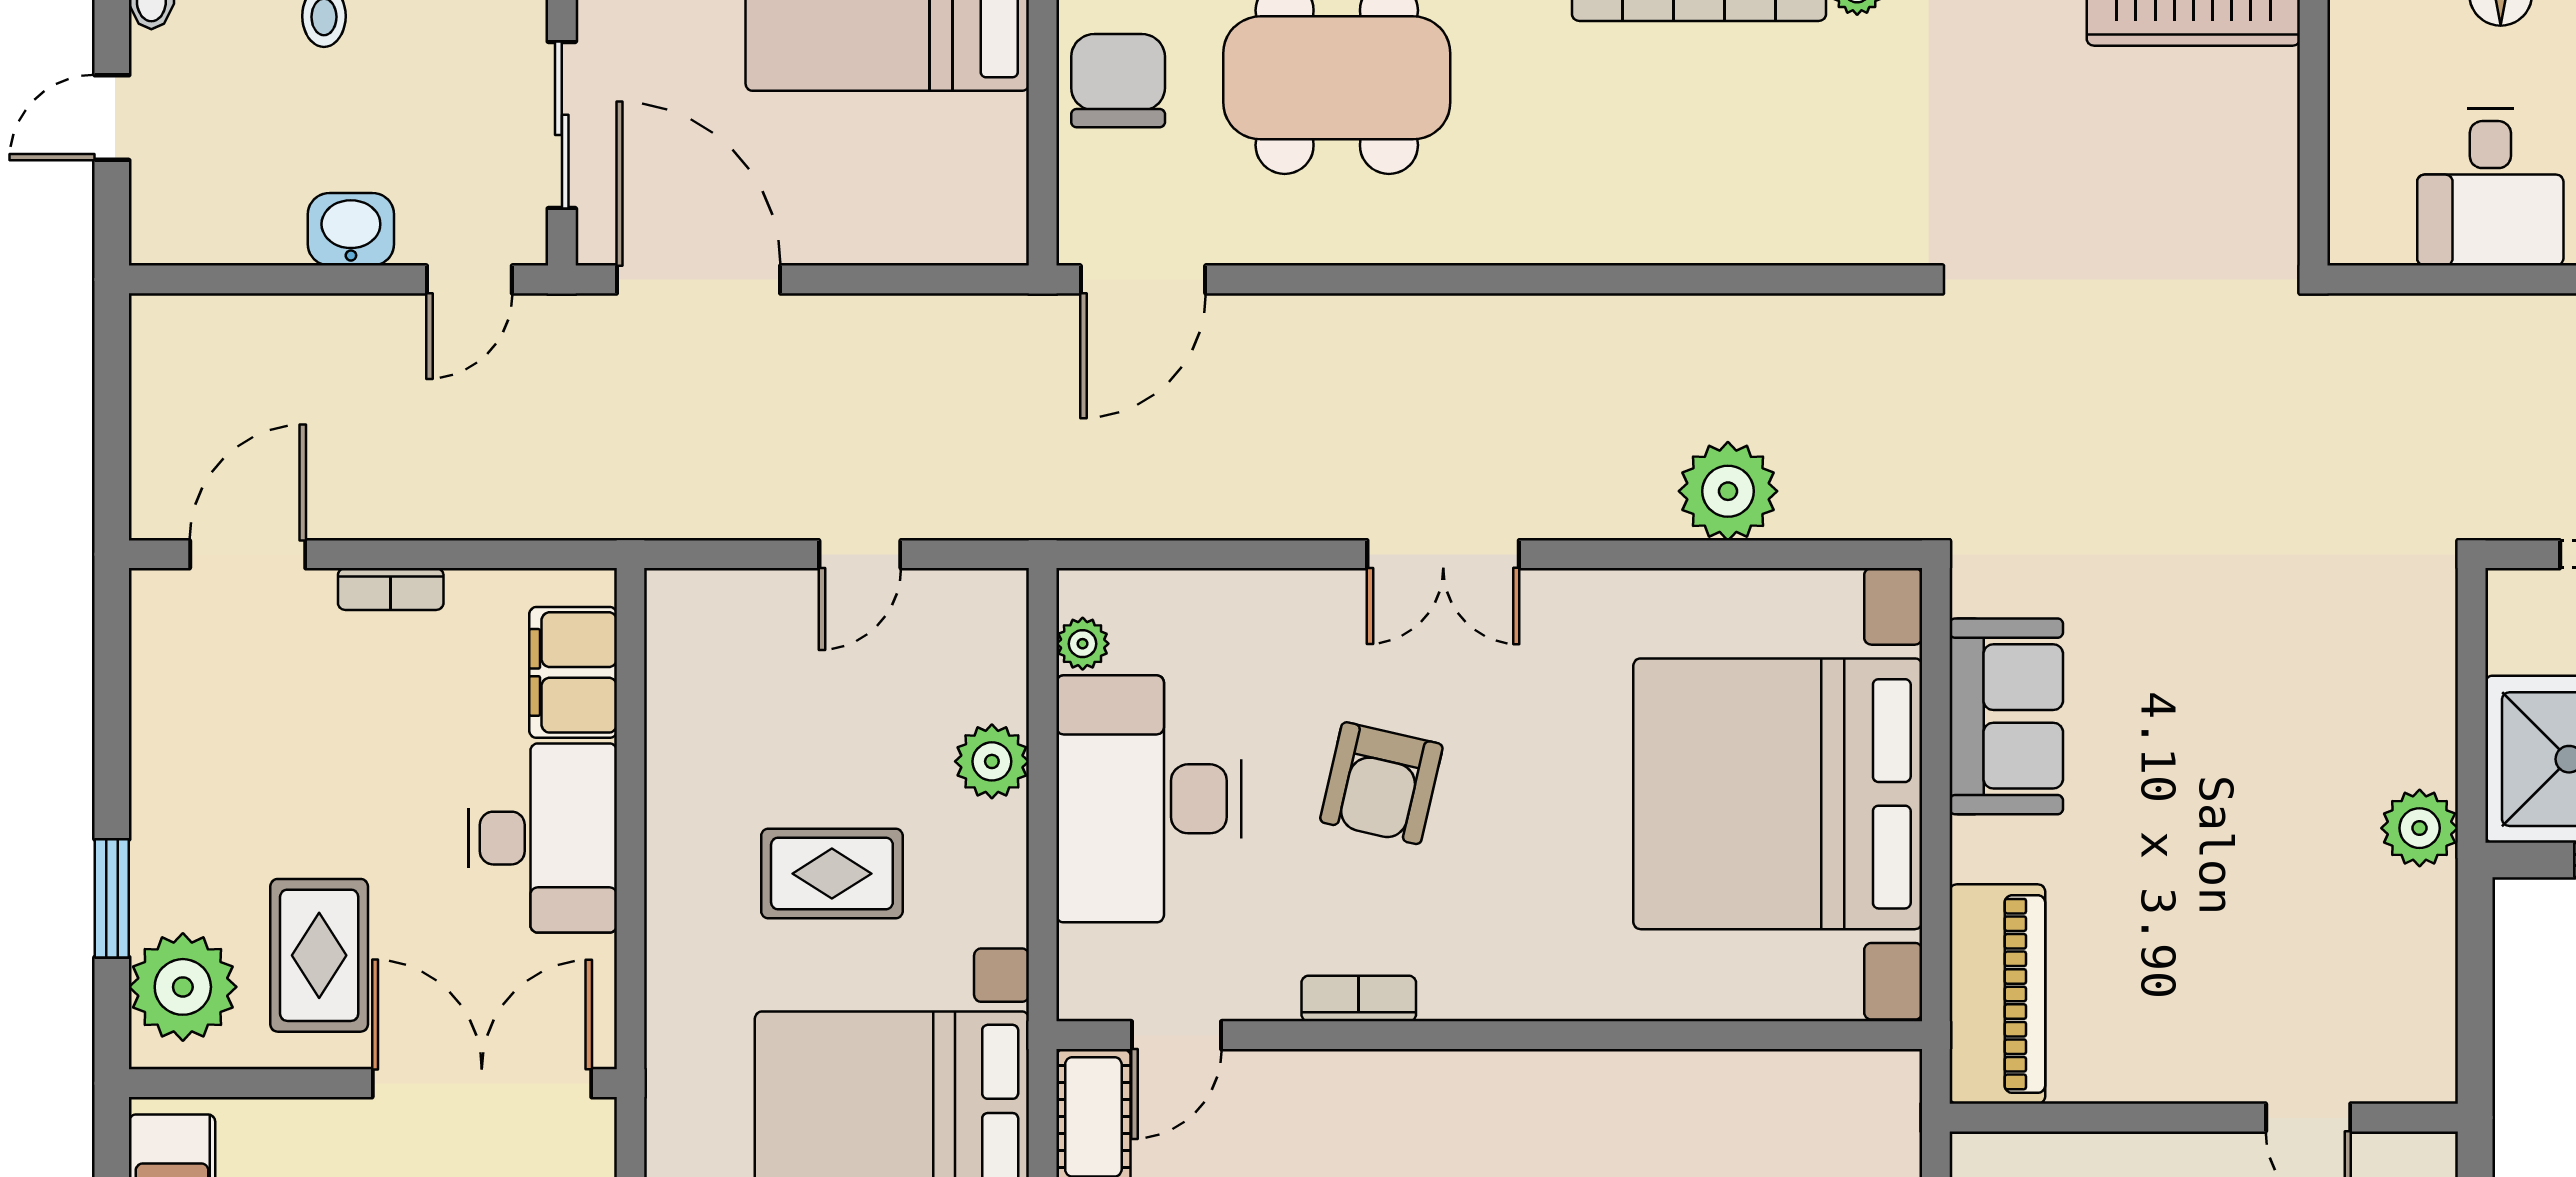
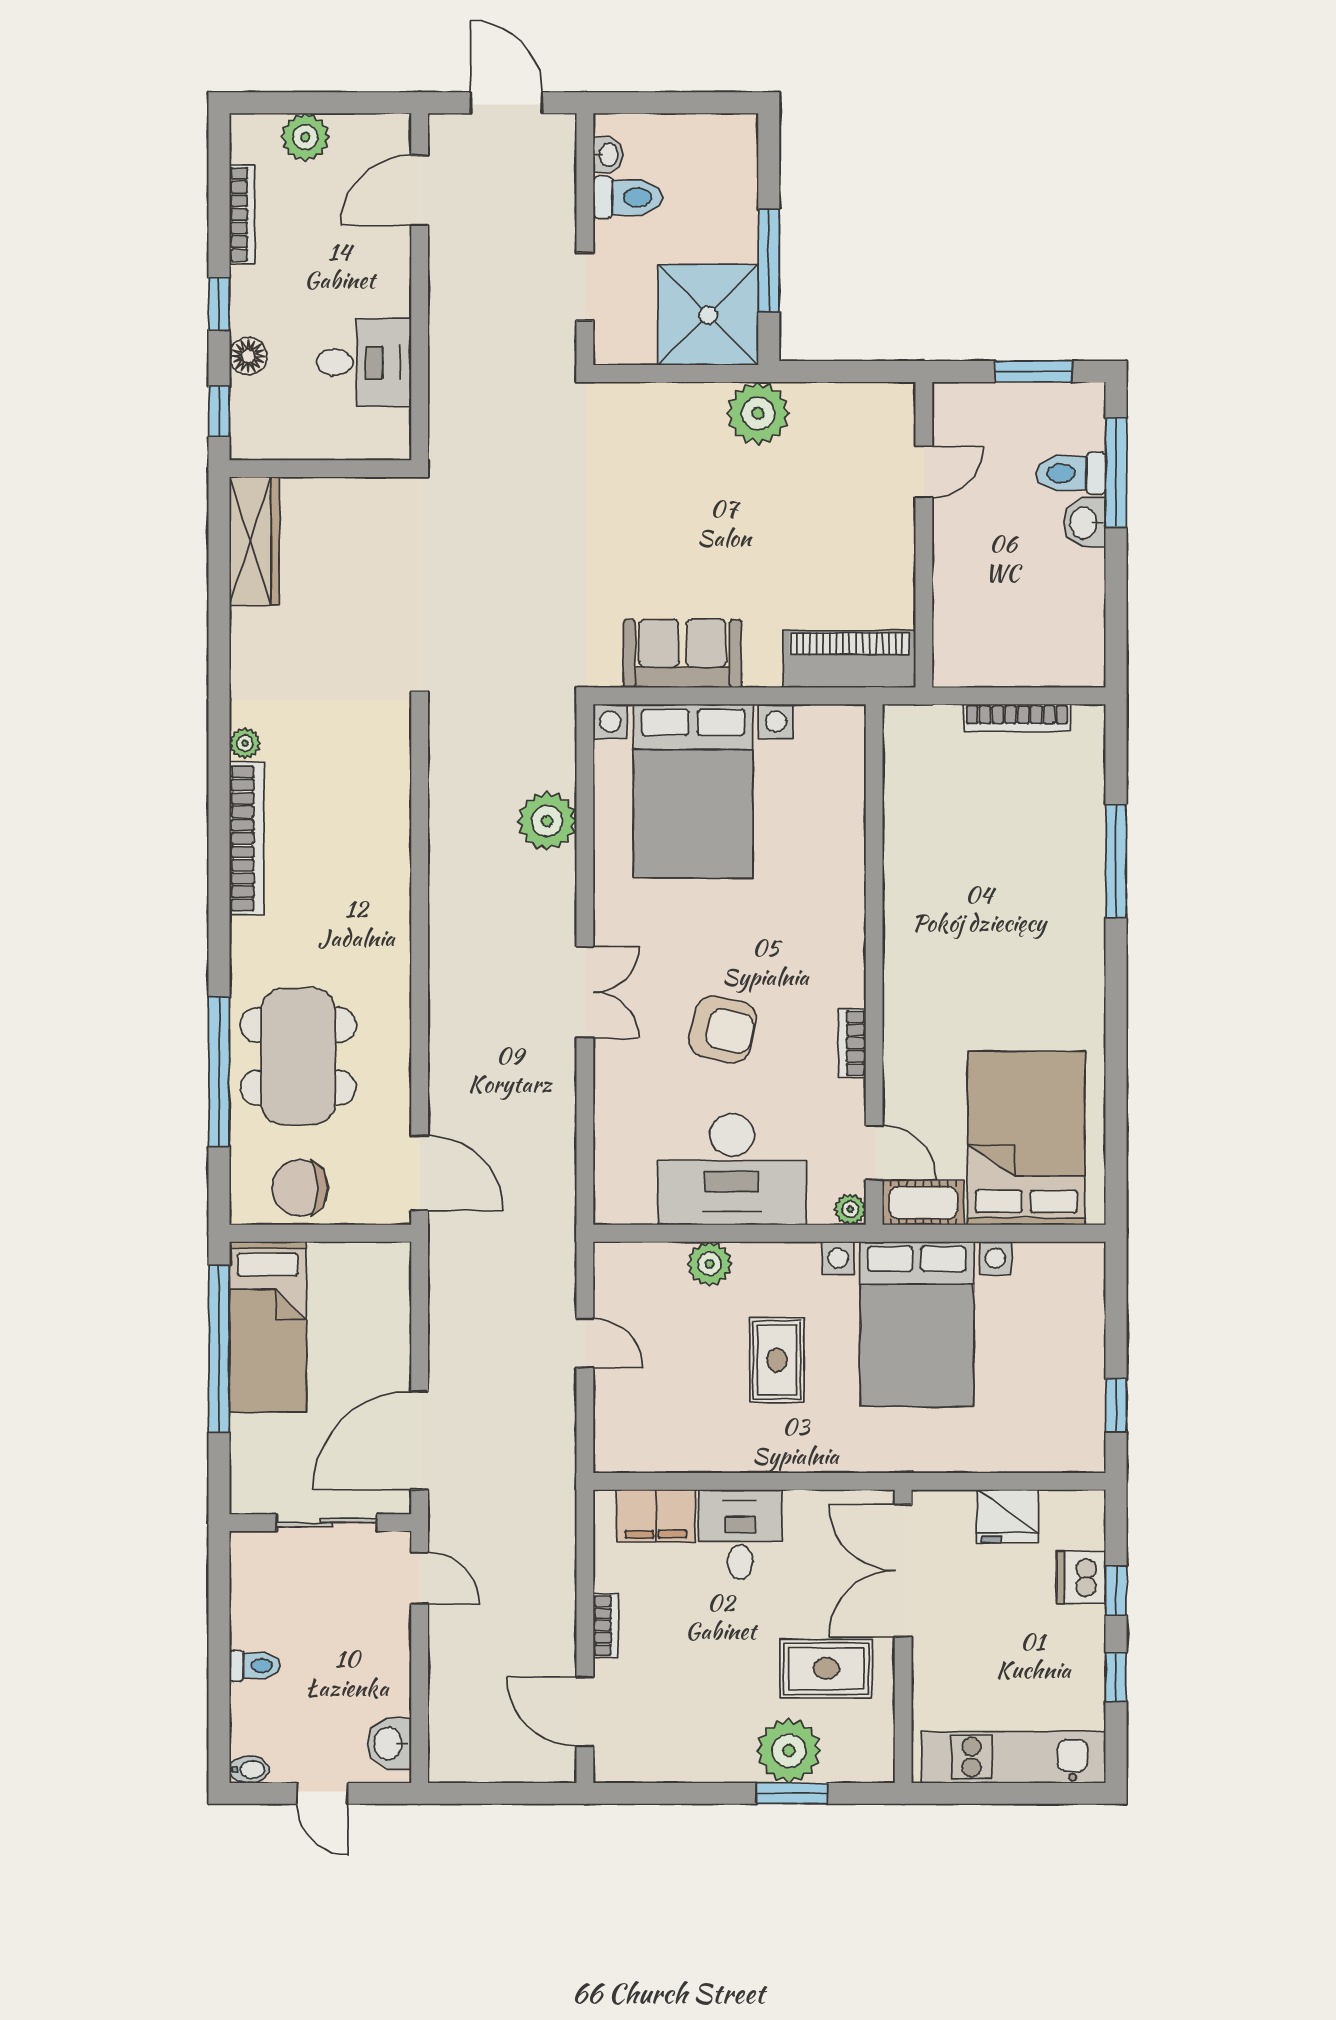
washbasin: (351, 229) -> (389, 1744), moved
plant: (1083, 644) -> (850, 1209), moved
bed with nightstands: (1778, 794) -> (693, 791), width x0.73
plant: (2420, 828) -> (758, 413), width x1.36, depth x1.36
desk: (542, 838) -> (740, 1534), width x0.73
plant: (183, 987) -> (789, 1751), moved

